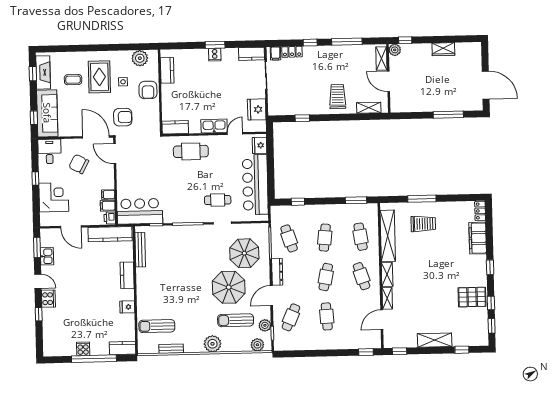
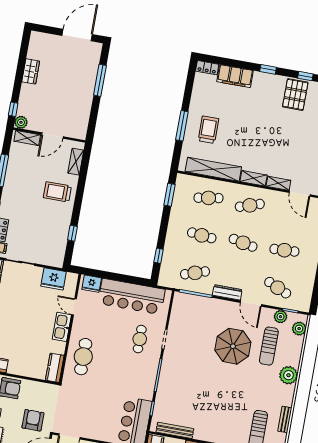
parasol: (244, 253) -> (201, 323), removed

